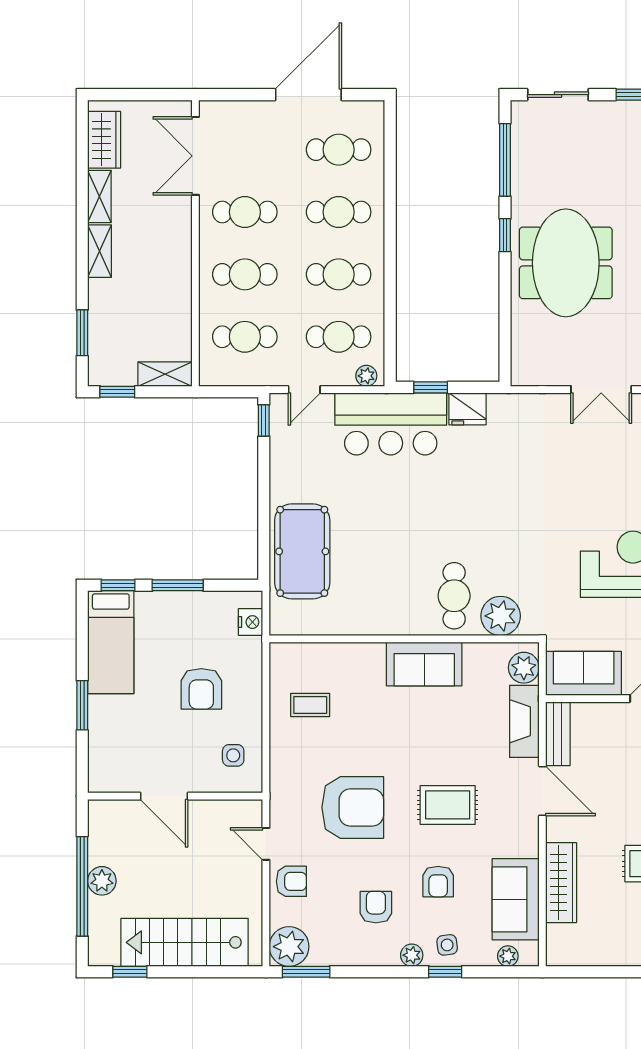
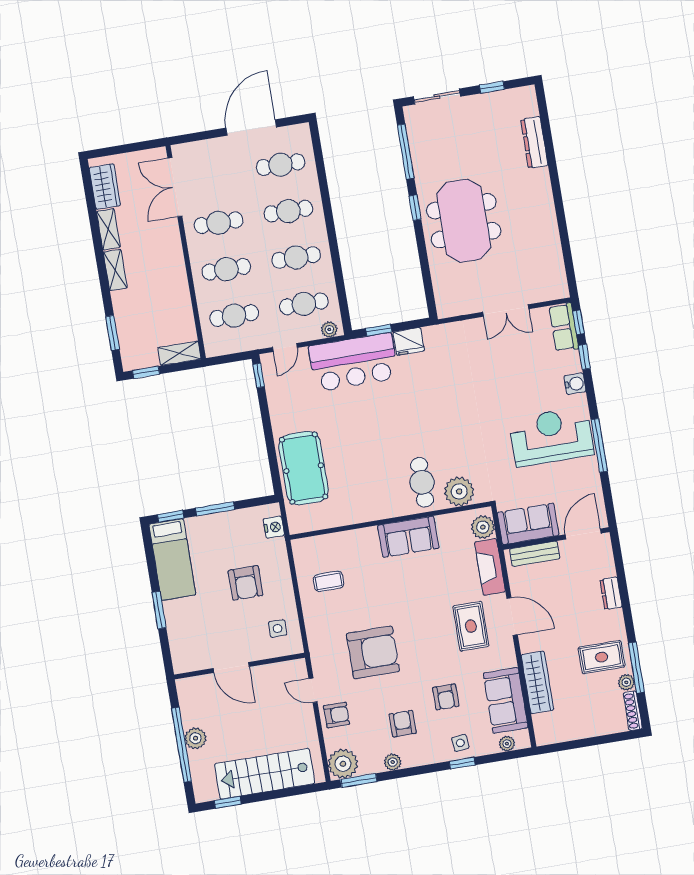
bench: (558, 734) -> (535, 554), moved, turned 90
rug: (448, 805) -> (471, 626), moved, turned 90
plant: (412, 955) -> (393, 762), moved

